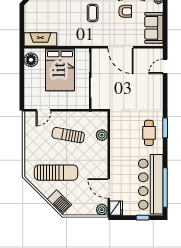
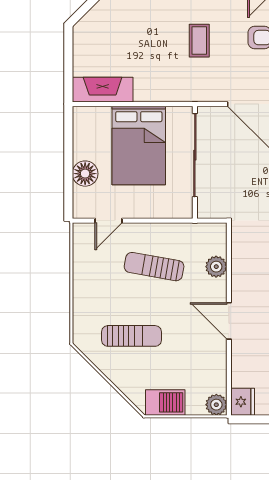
floor lamp: (31, 60) -> (85, 174), moved
sun lounger: (56, 173) -> (132, 336), width x0.73, depth x0.75
door: (109, 188) -> (229, 321), moved
barbecue: (59, 202) -> (165, 402), moved, turned -45

